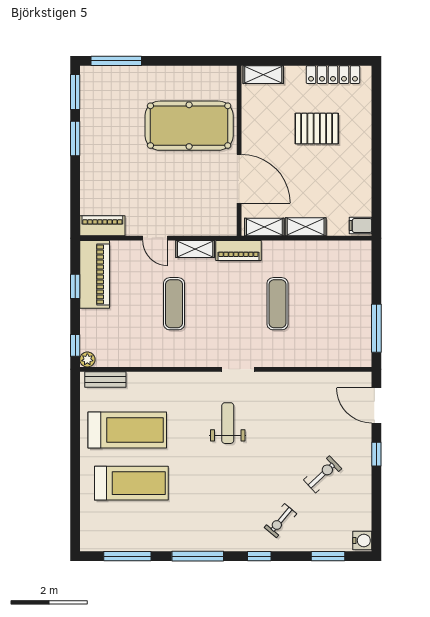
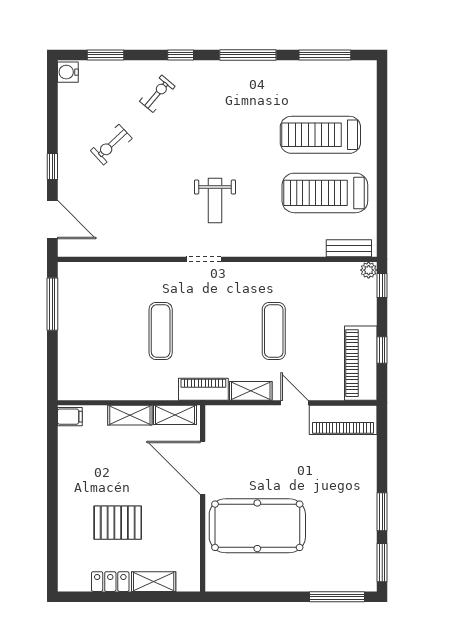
shelving: (263, 75) -> (154, 582), moved
locker: (333, 75) -> (110, 582), width x0.66
piano: (102, 226) -> (343, 420), width x1.37, depth x1.33

